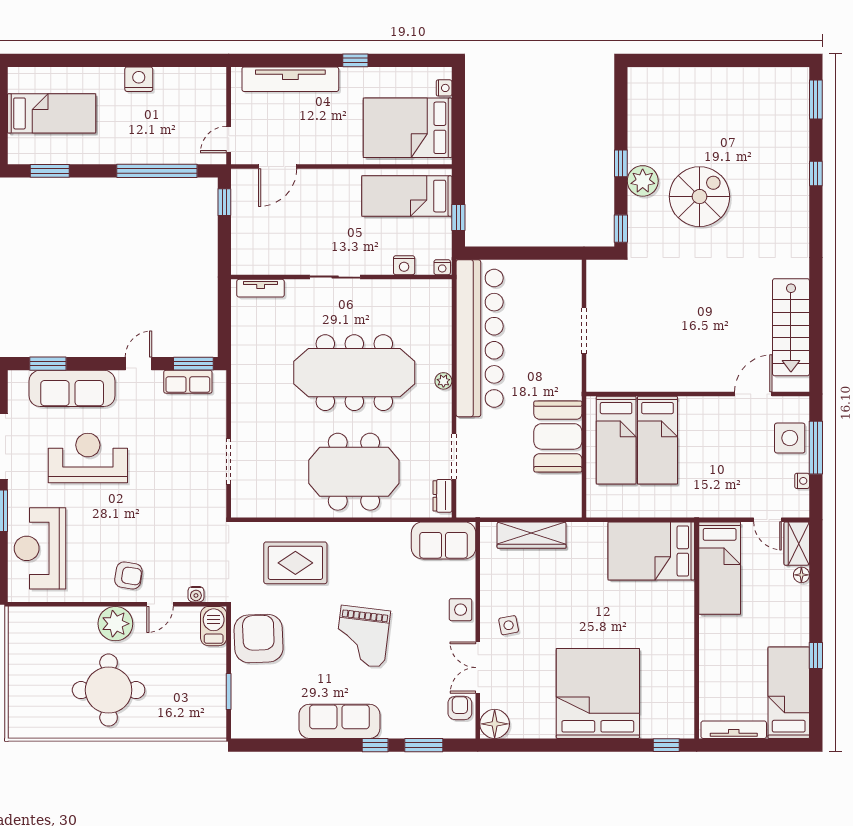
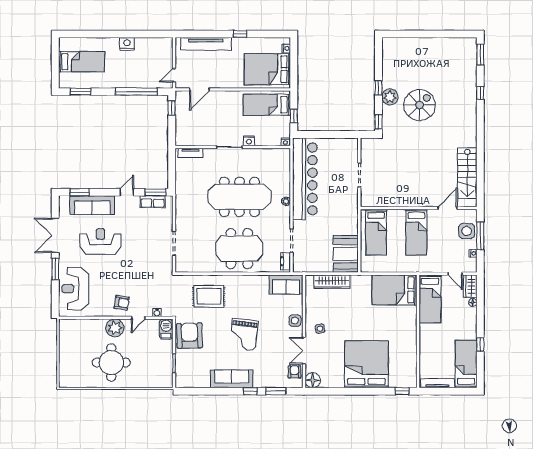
nightstand: (404, 265) -> (249, 141), moved
booth: (558, 436) -> (346, 254), moved
bed: (657, 440) -> (416, 232), moved

